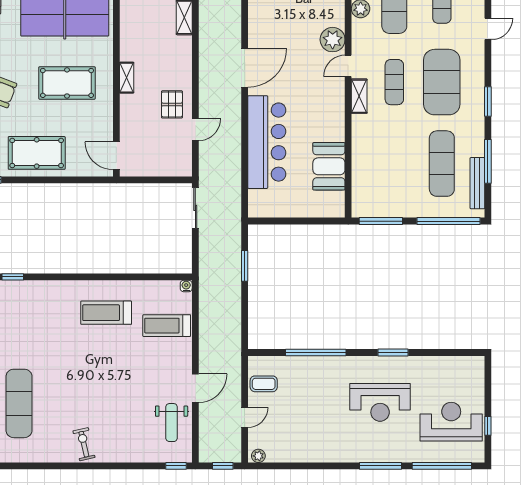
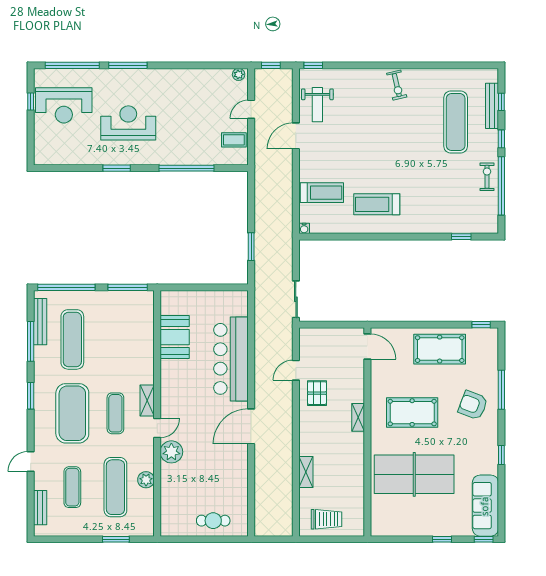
treadmill: (106, 313) -> (377, 204), turned 180
weight bench: (172, 423) -> (317, 105), turned 180

